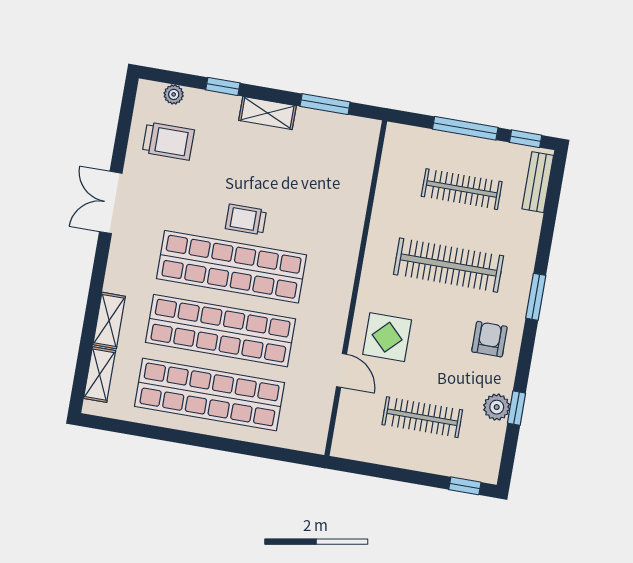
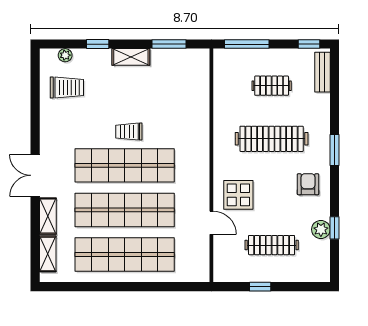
window: (465, 128) -> (247, 44), moved
clothes rail: (462, 189) -> (272, 86), width x0.73
double door: (111, 202) -> (35, 175), moved
window: (465, 486) -> (260, 287), moved

